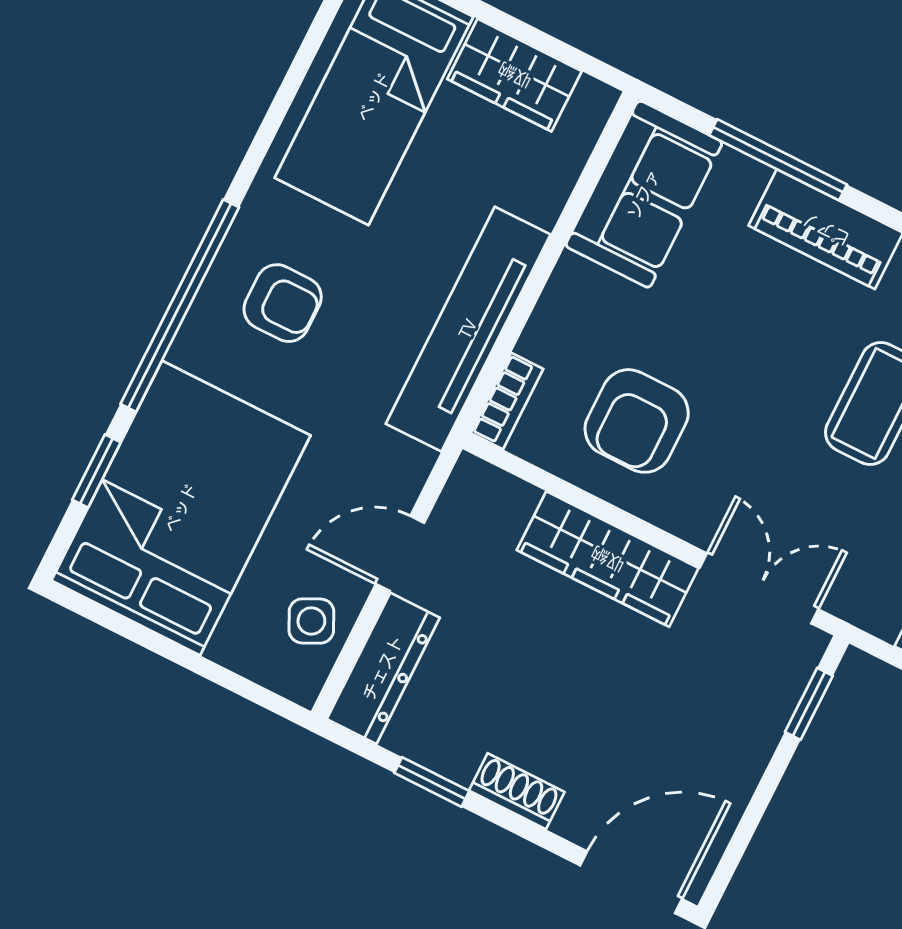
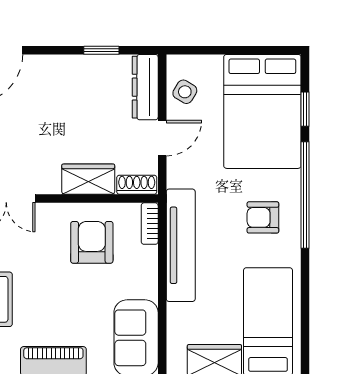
wardrobe: (608, 559) -> (88, 179), width x0.67
side table: (311, 621) -> (185, 92), turned -33
shoe rack: (517, 791) -> (137, 185), moved, turned 180

